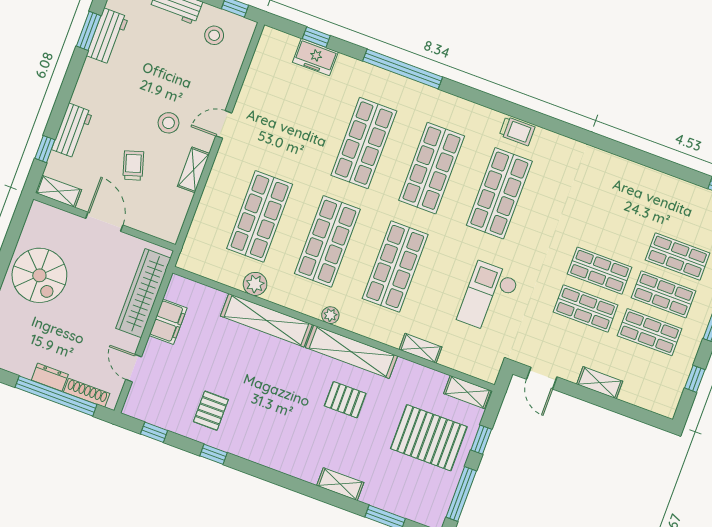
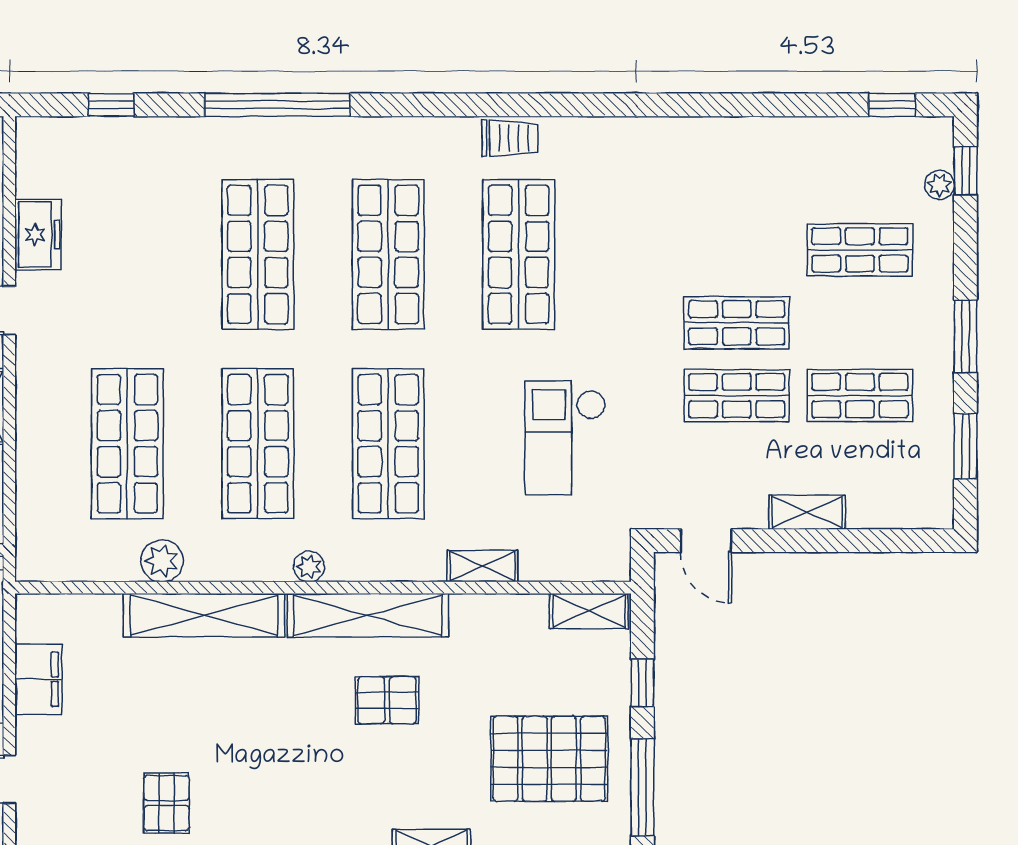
freezer: (315, 57) -> (38, 235), moved, turned -90
shop shelf: (664, 294) -> (860, 323), removed
window: (695, 379) -> (965, 446), width x1.50
pallet: (429, 438) -> (549, 759), moved

